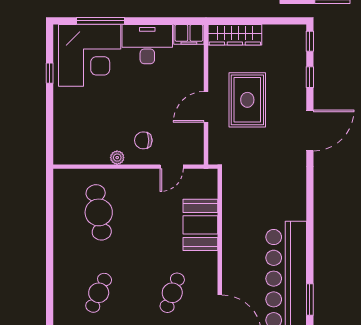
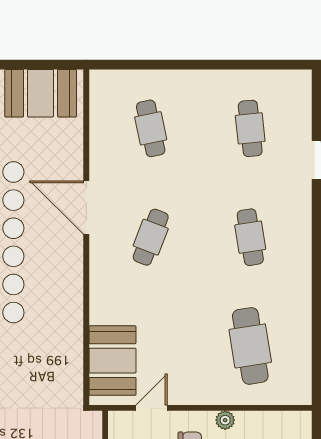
booth: (200, 225) -> (112, 361), moved
cafe table: (99, 293) -> (250, 237), turned -33

